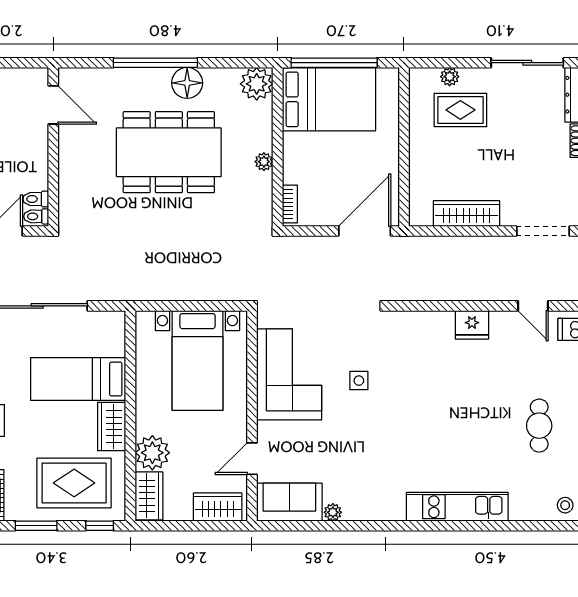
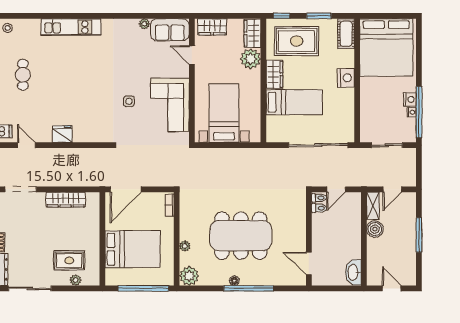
floor lamp: (187, 83) -> (234, 281), width x0.53, depth x0.53
bed: (329, 99) -> (133, 249), moved, turned 180
plant: (264, 162) -> (185, 246), moved
door: (252, 459) -> (192, 55), swing flipped

